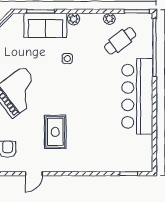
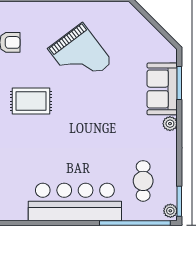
plant: (109, 19) -> (170, 211), moved
cafe table: (120, 41) -> (143, 181), turned 37
side table: (67, 59) -> (121, 116), removed

